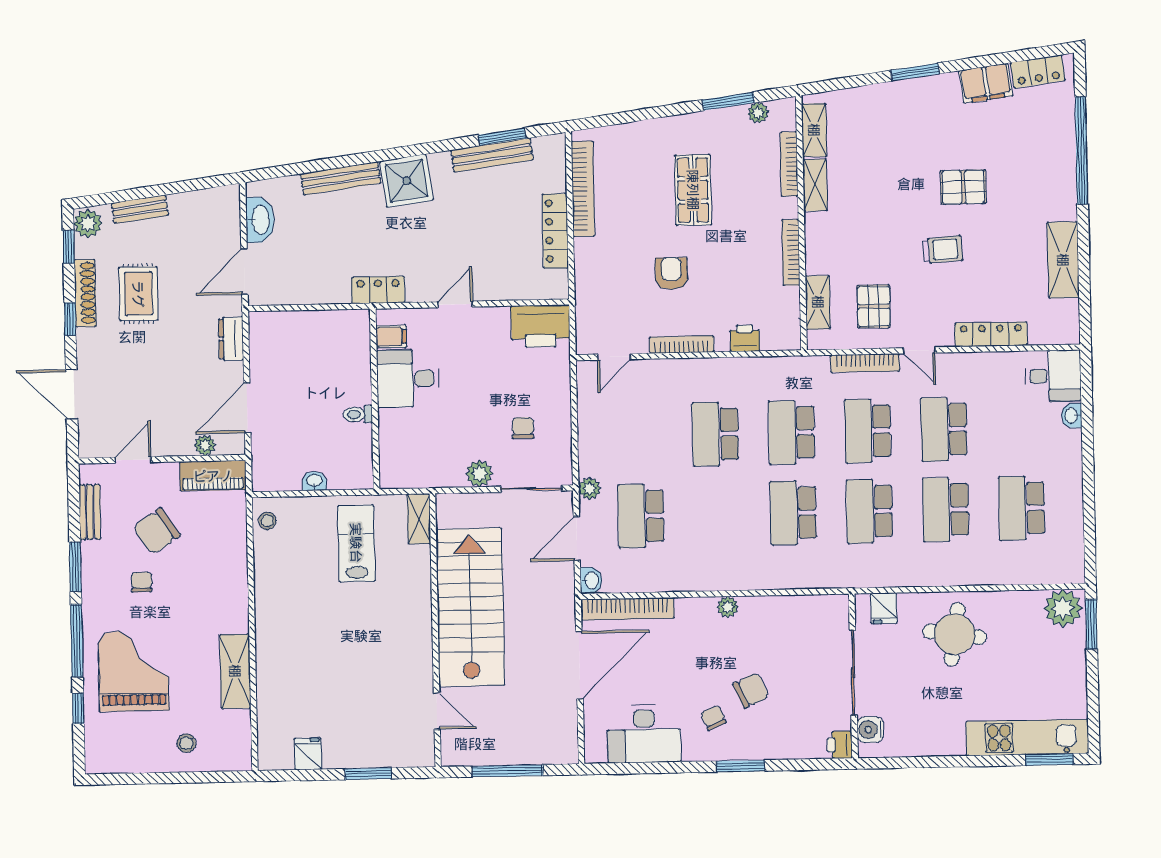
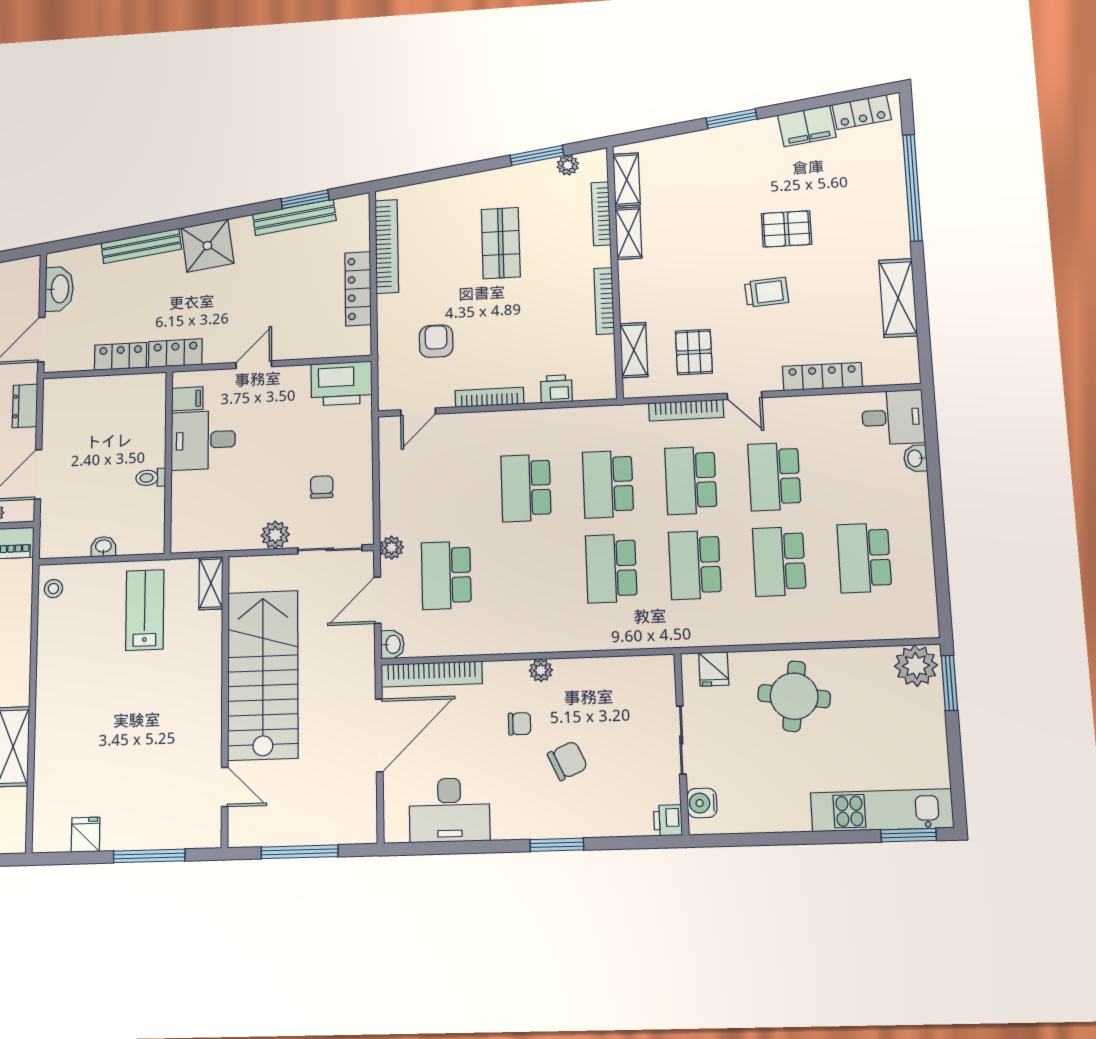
armchair: (671, 273) -> (436, 341), moved
locker: (324, 291) -> (121, 356), added
sliding door: (853, 673) -> (681, 740), width x0.73
chair: (713, 718) -> (520, 724), moved, turned 113
window: (368, 774) -> (149, 856), width x1.44

